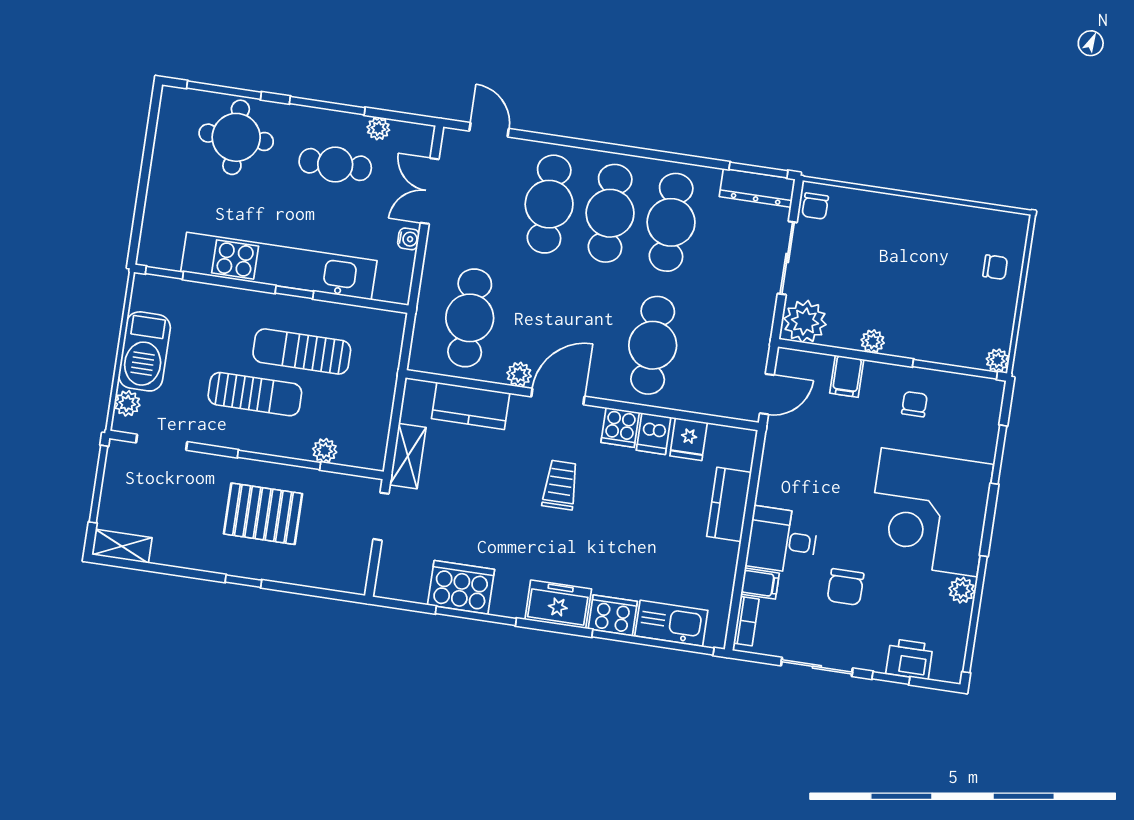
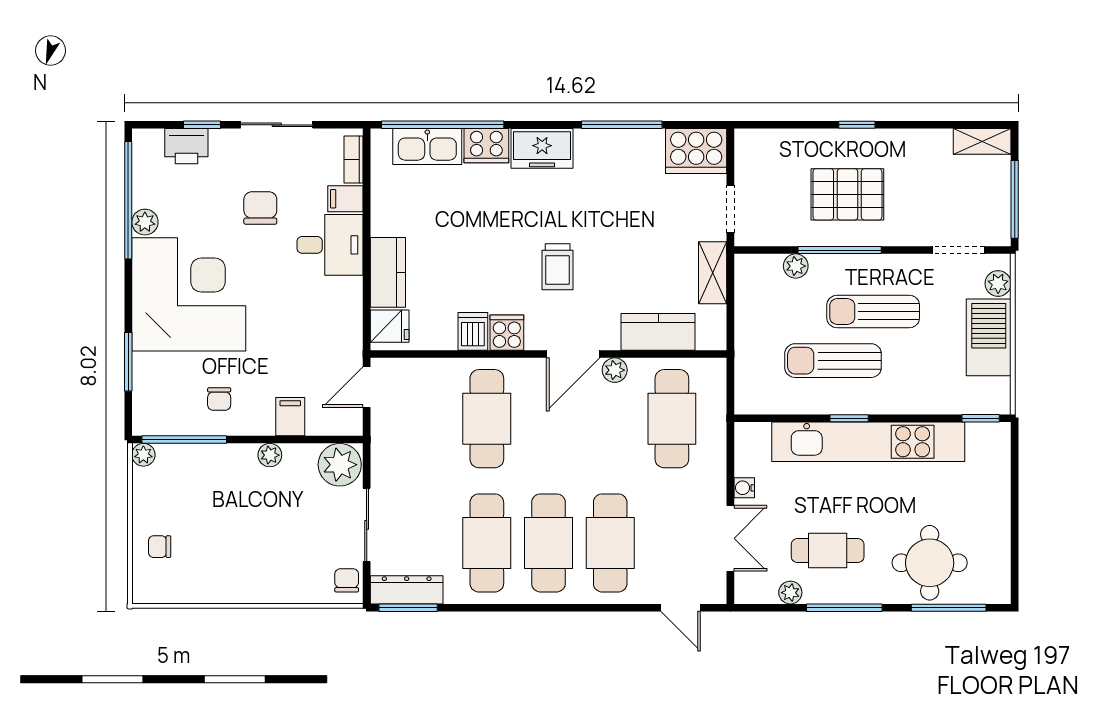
sun lounger: (302, 351) -> (833, 361), turned 180
fridge: (689, 439) -> (390, 326), moved, turned 90
cooker: (461, 587) -> (696, 151), moved

